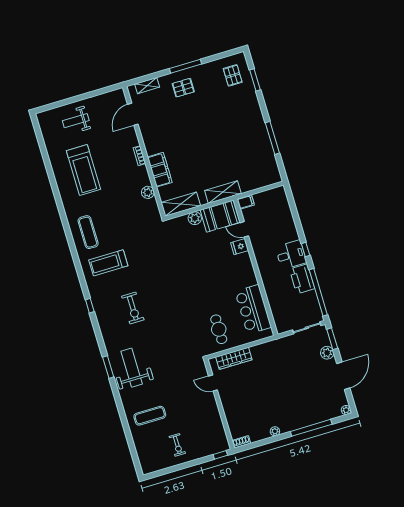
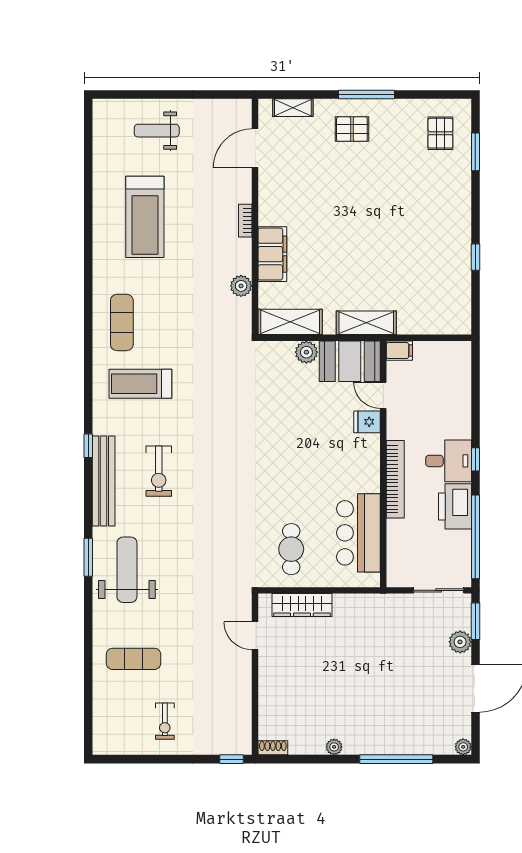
window: (272, 138) -> (475, 257), width x0.46
bookcase: (265, 274) -> (395, 479), added
bench: (104, 323) -> (104, 481), added

